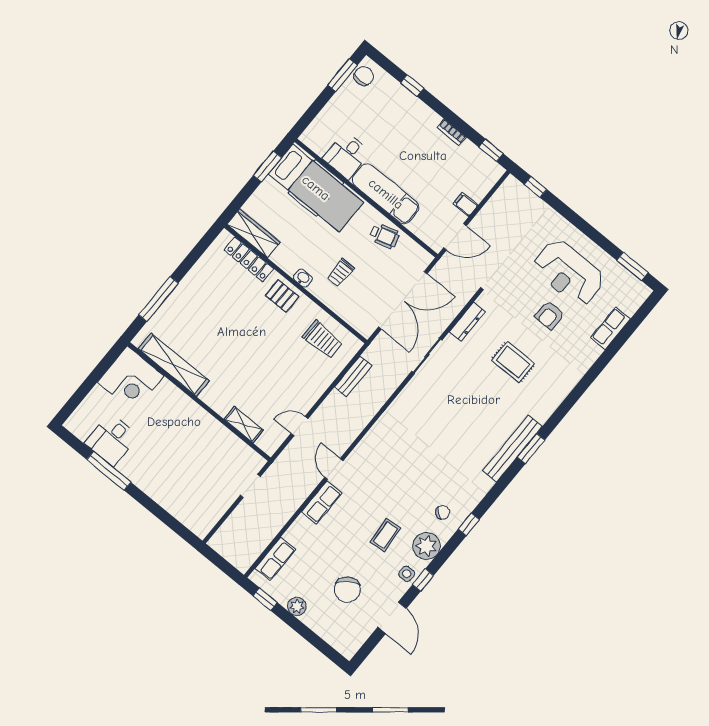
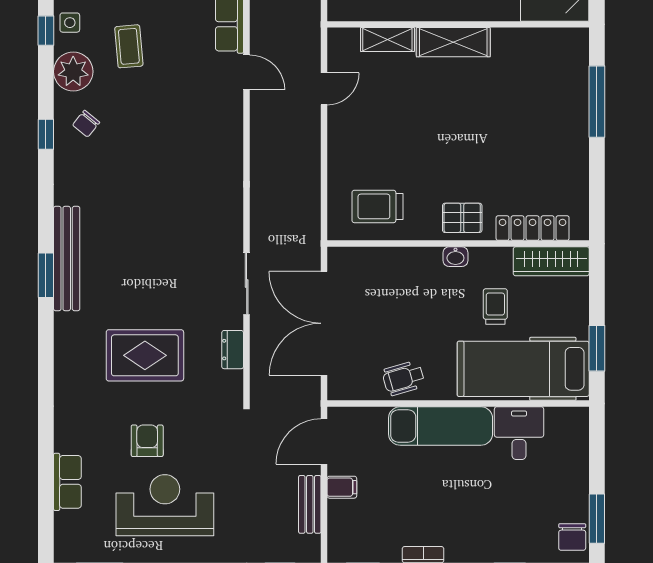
trolley: (341, 273) -> (495, 307), moved
dresser: (467, 322) -> (233, 350), width x0.70
rug: (513, 362) -> (145, 355), width x1.36, depth x1.43
shelving: (174, 365) -> (453, 42), moved, width x0.68
bench: (353, 376) -> (310, 504), moved

